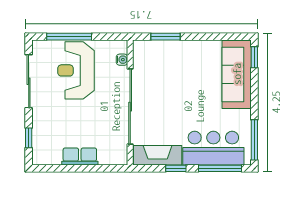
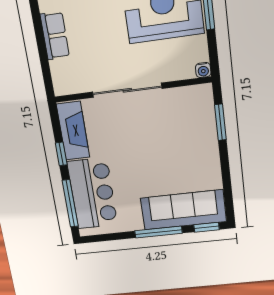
water cooler: (122, 60) -> (203, 70), moved
sliding door: (130, 107) -> (127, 90), width x0.73
window: (254, 140) -> (159, 232), moved

